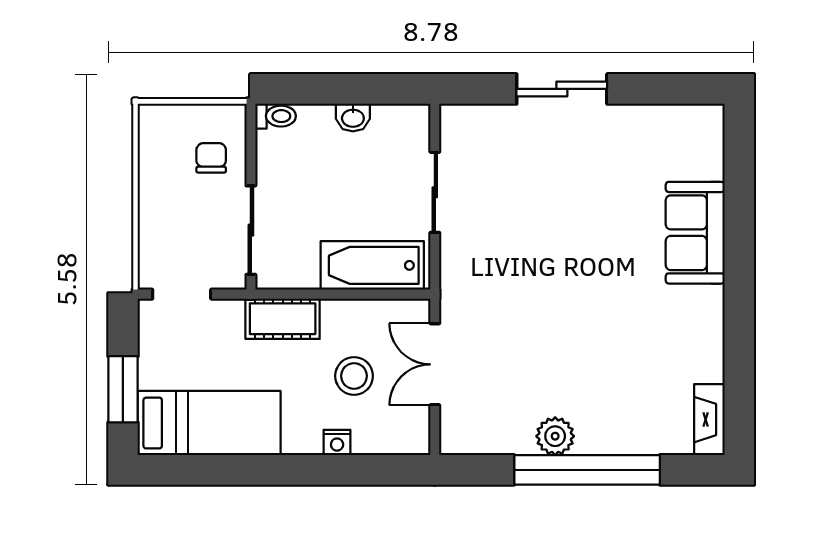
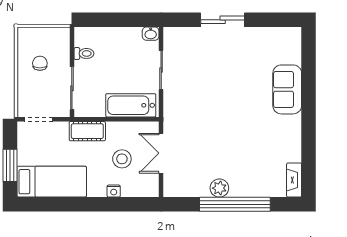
toilet: (276, 116) -> (84, 53), moved
washbasin: (353, 117) -> (151, 34), moved
chair: (211, 158) -> (40, 63), moved

